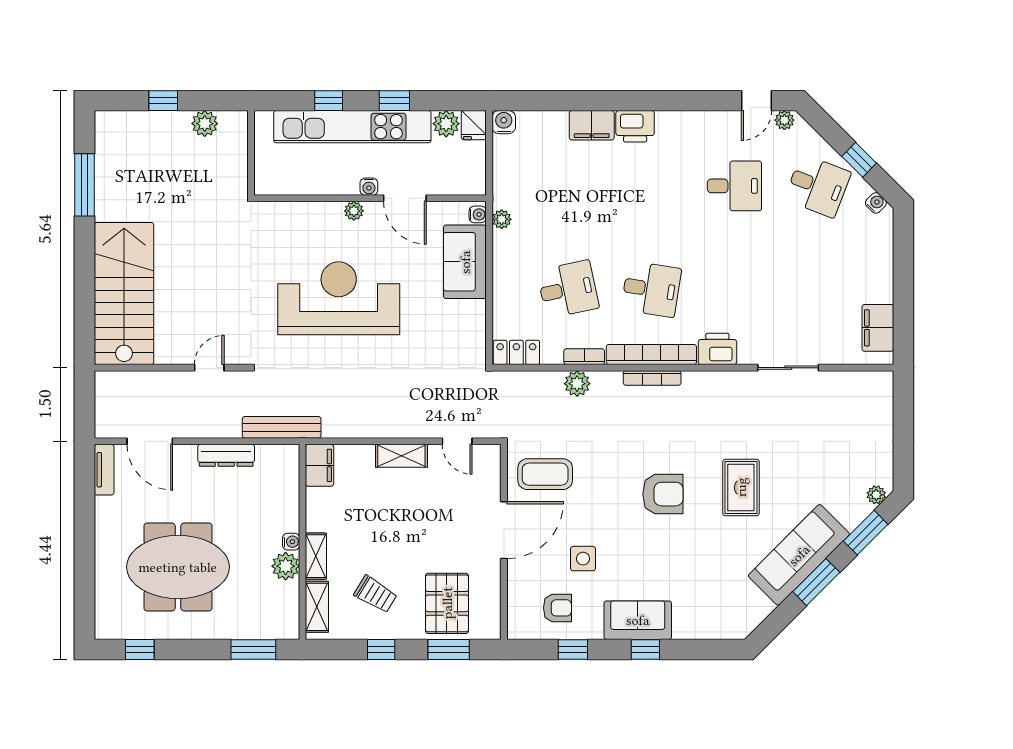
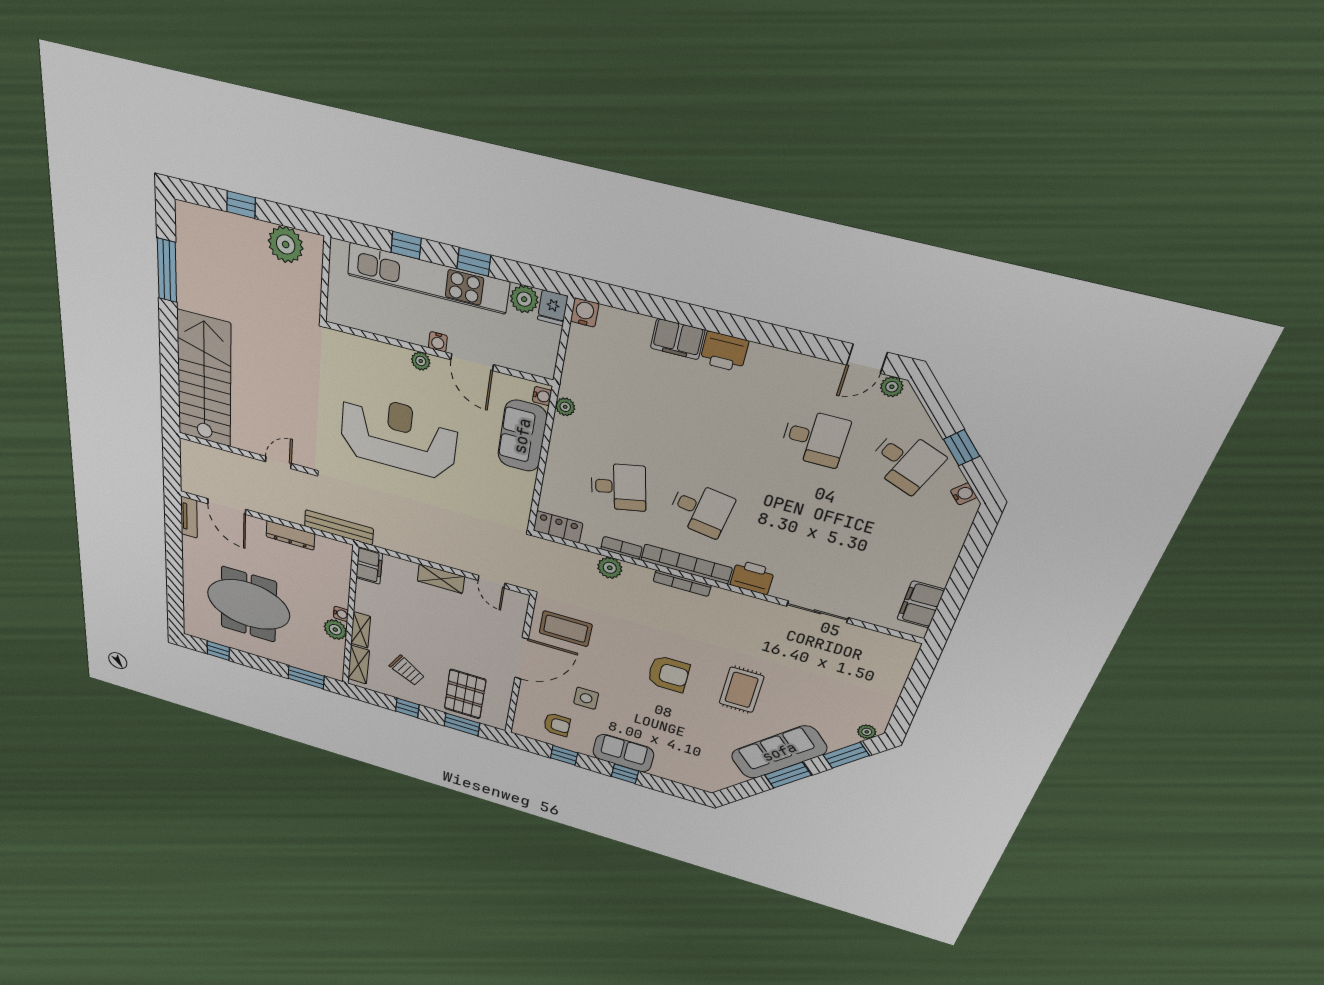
plant: (205, 124) -> (286, 245), width x1.36, depth x1.36

